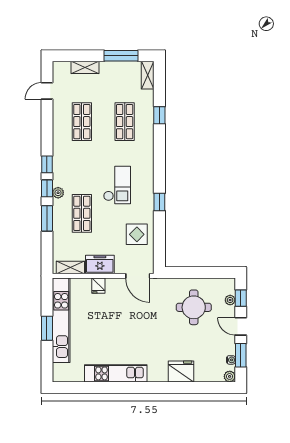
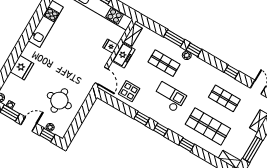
window: (159, 115) -> (187, 145), moved
shop shelf: (125, 122) -> (208, 126), width x1.43, depth x1.36
window: (47, 164) -> (232, 72), moved
window: (159, 173) -> (161, 130), added
checkout: (117, 185) -> (169, 97), turned 180
door: (138, 276) -> (102, 76), swing flipped

